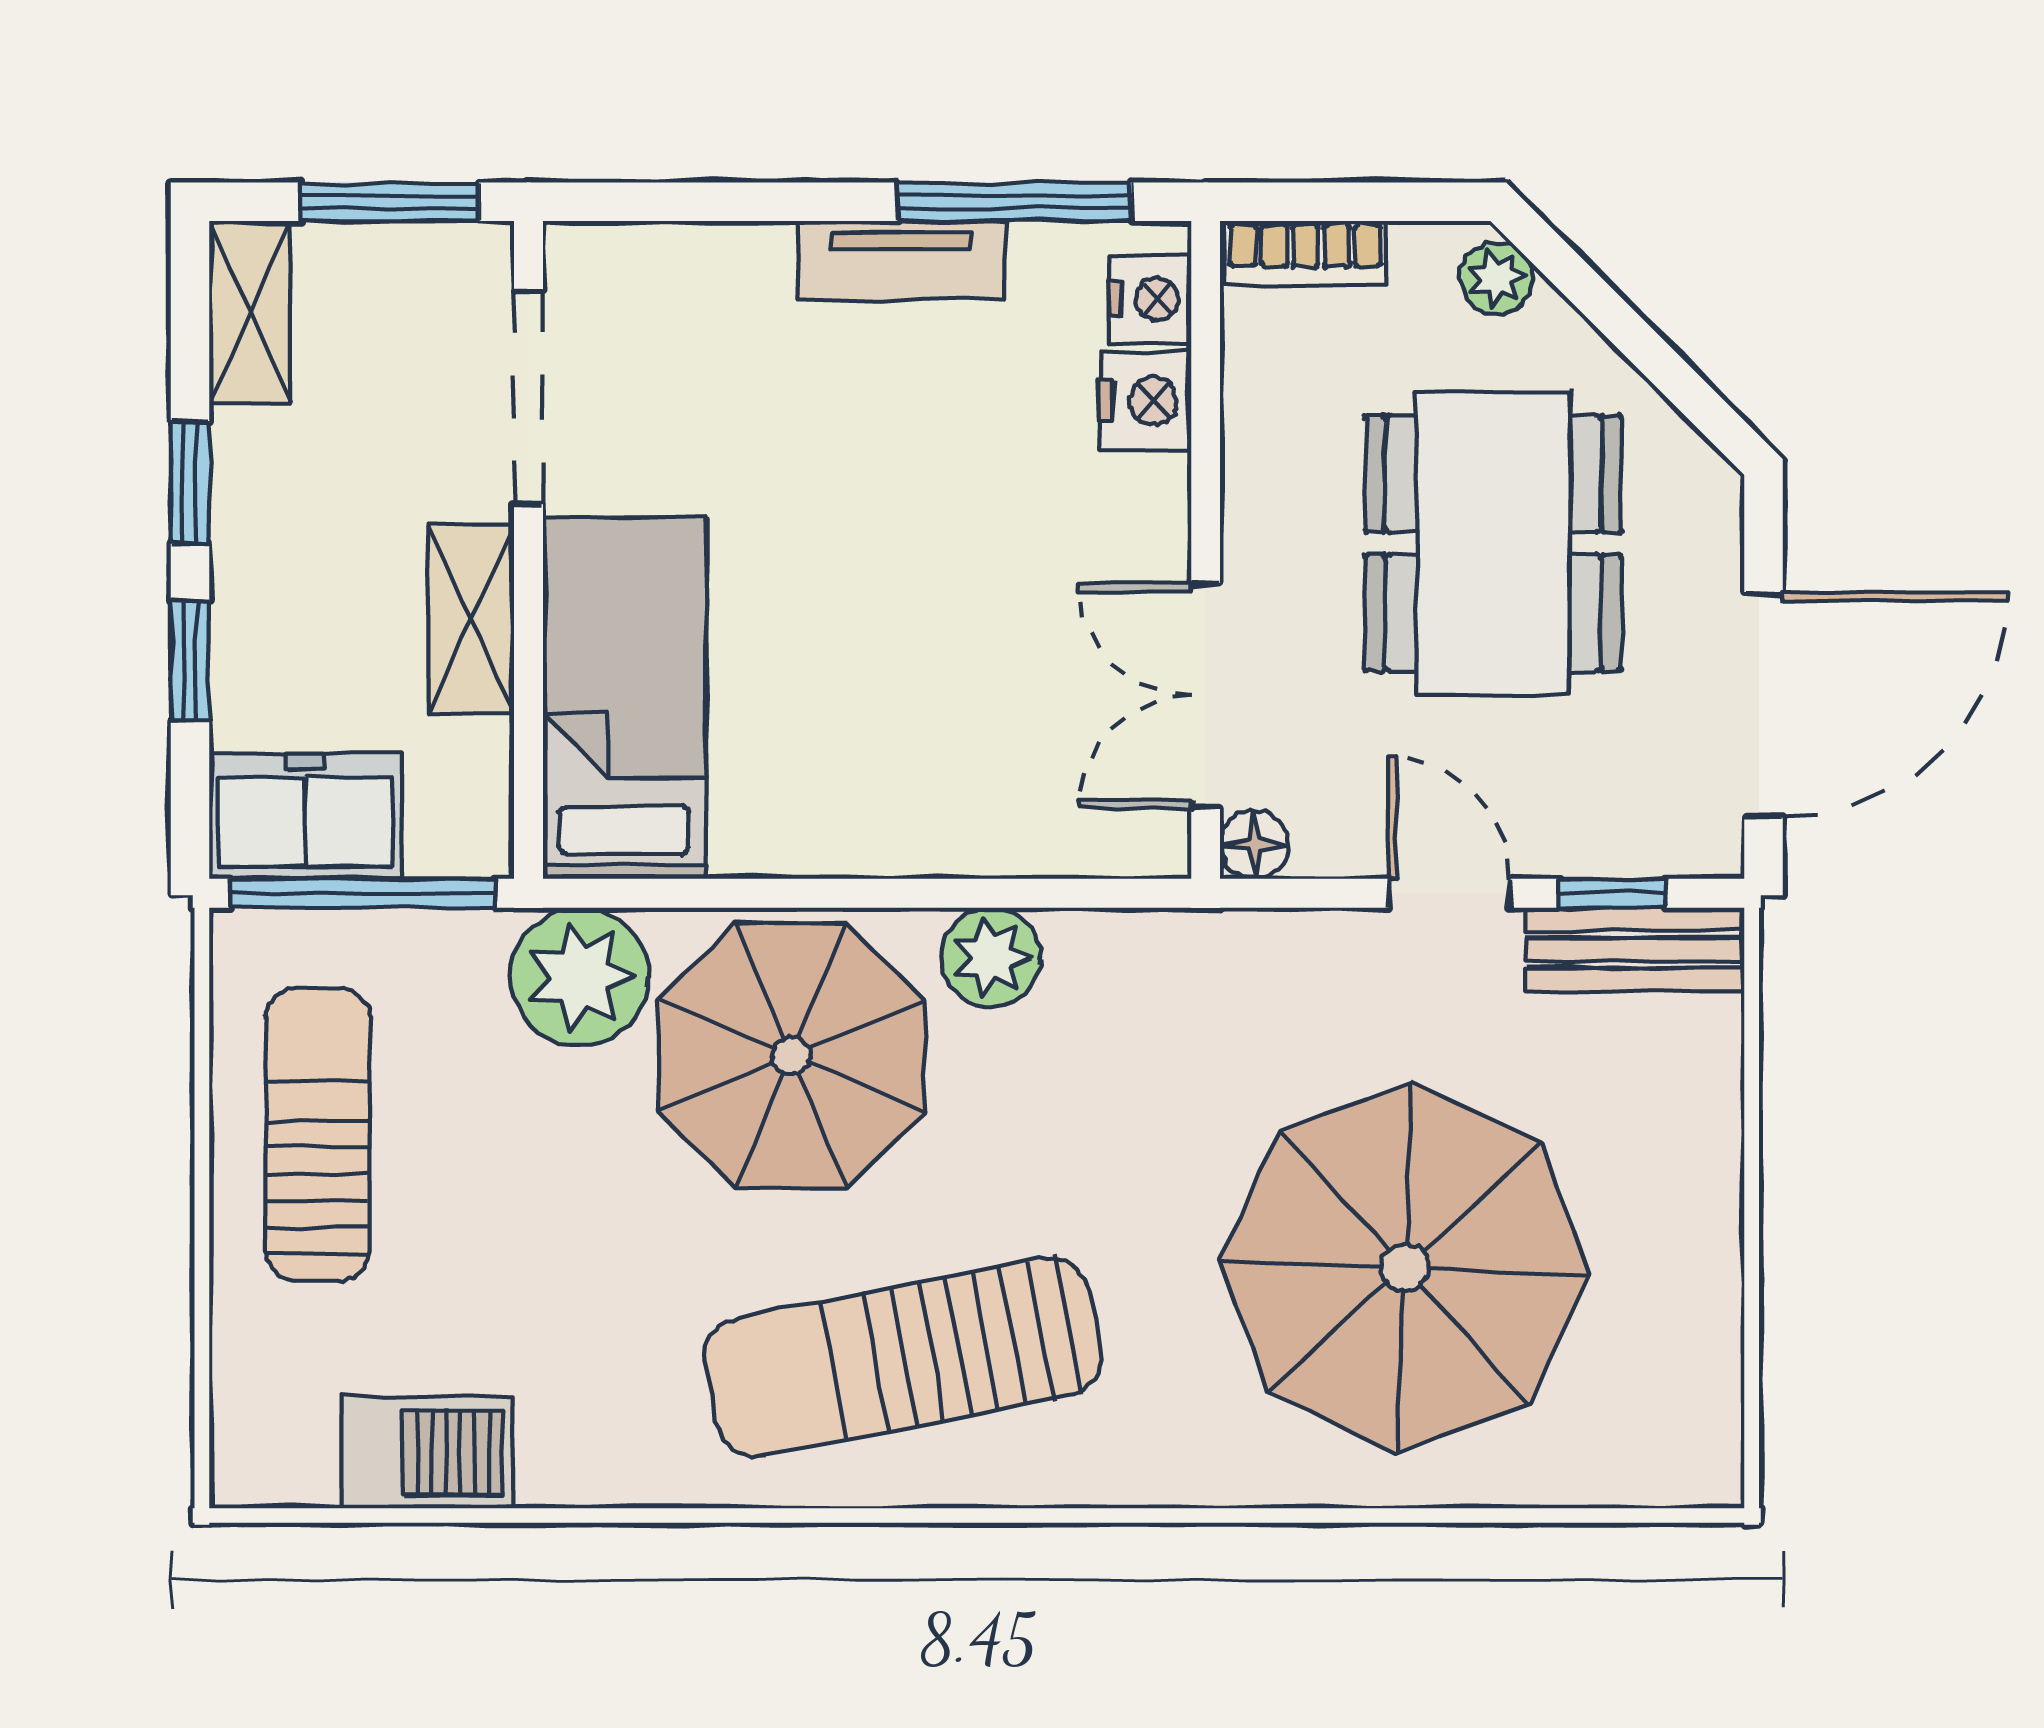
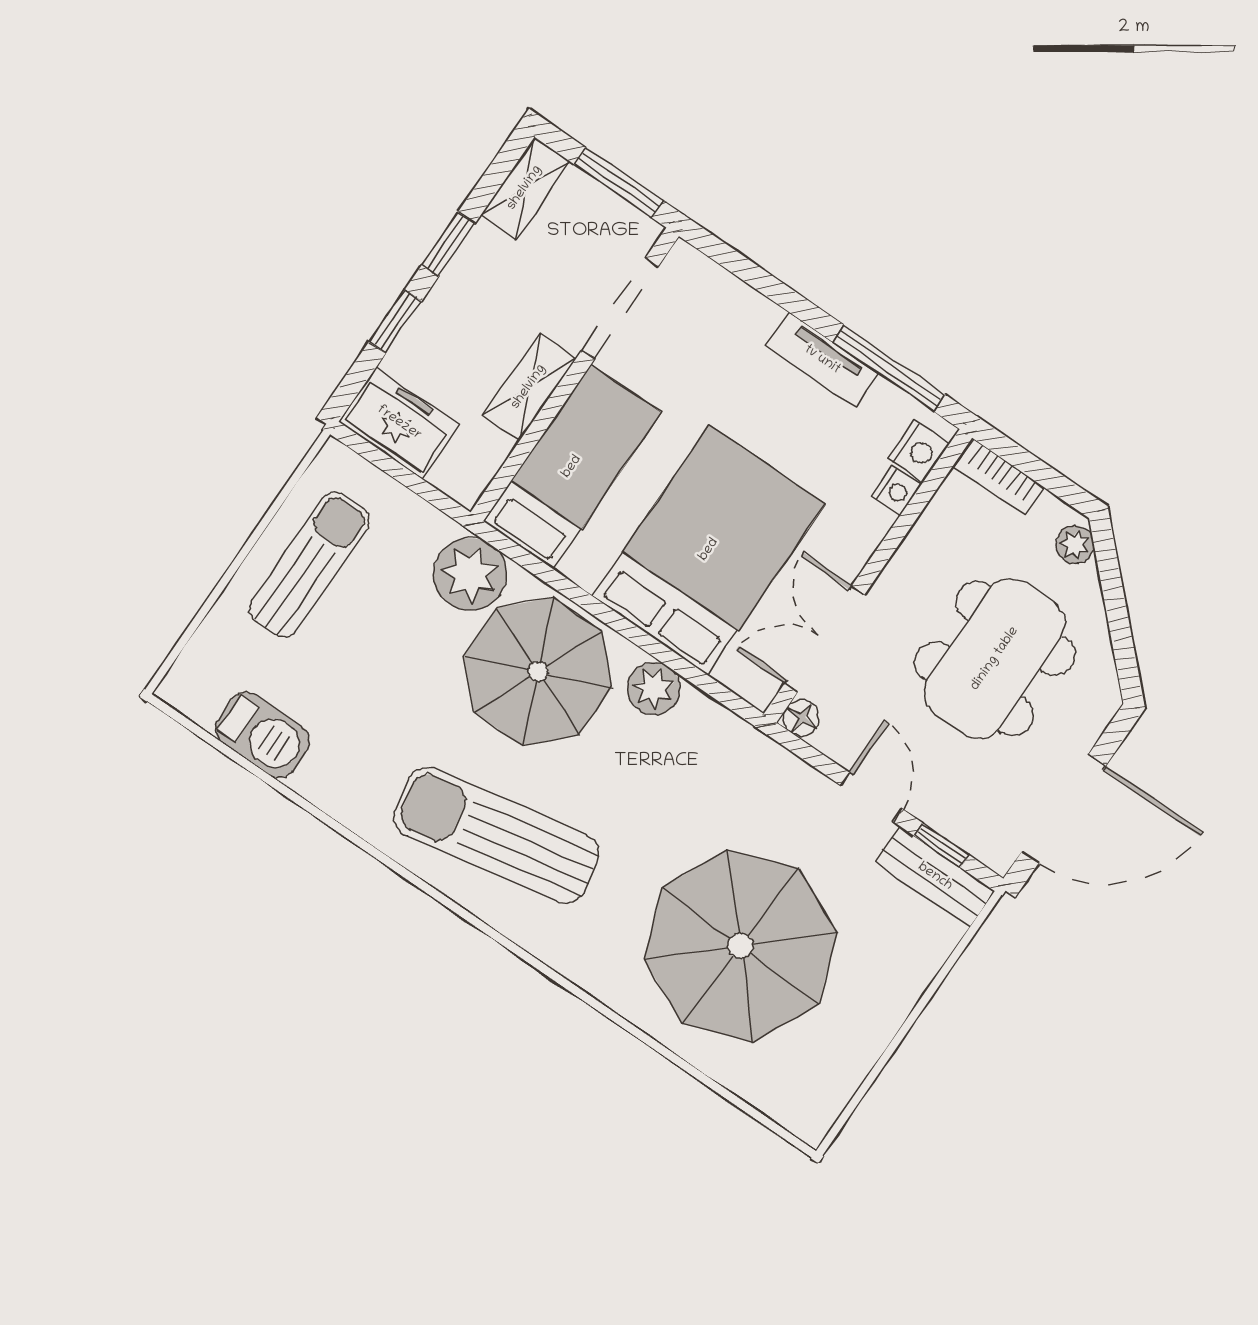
nightstand: (1146, 401) -> (896, 491), width x0.72, depth x0.74
bed: (928, 681) -> (709, 550), added
window: (363, 893) -> (401, 474), removed

